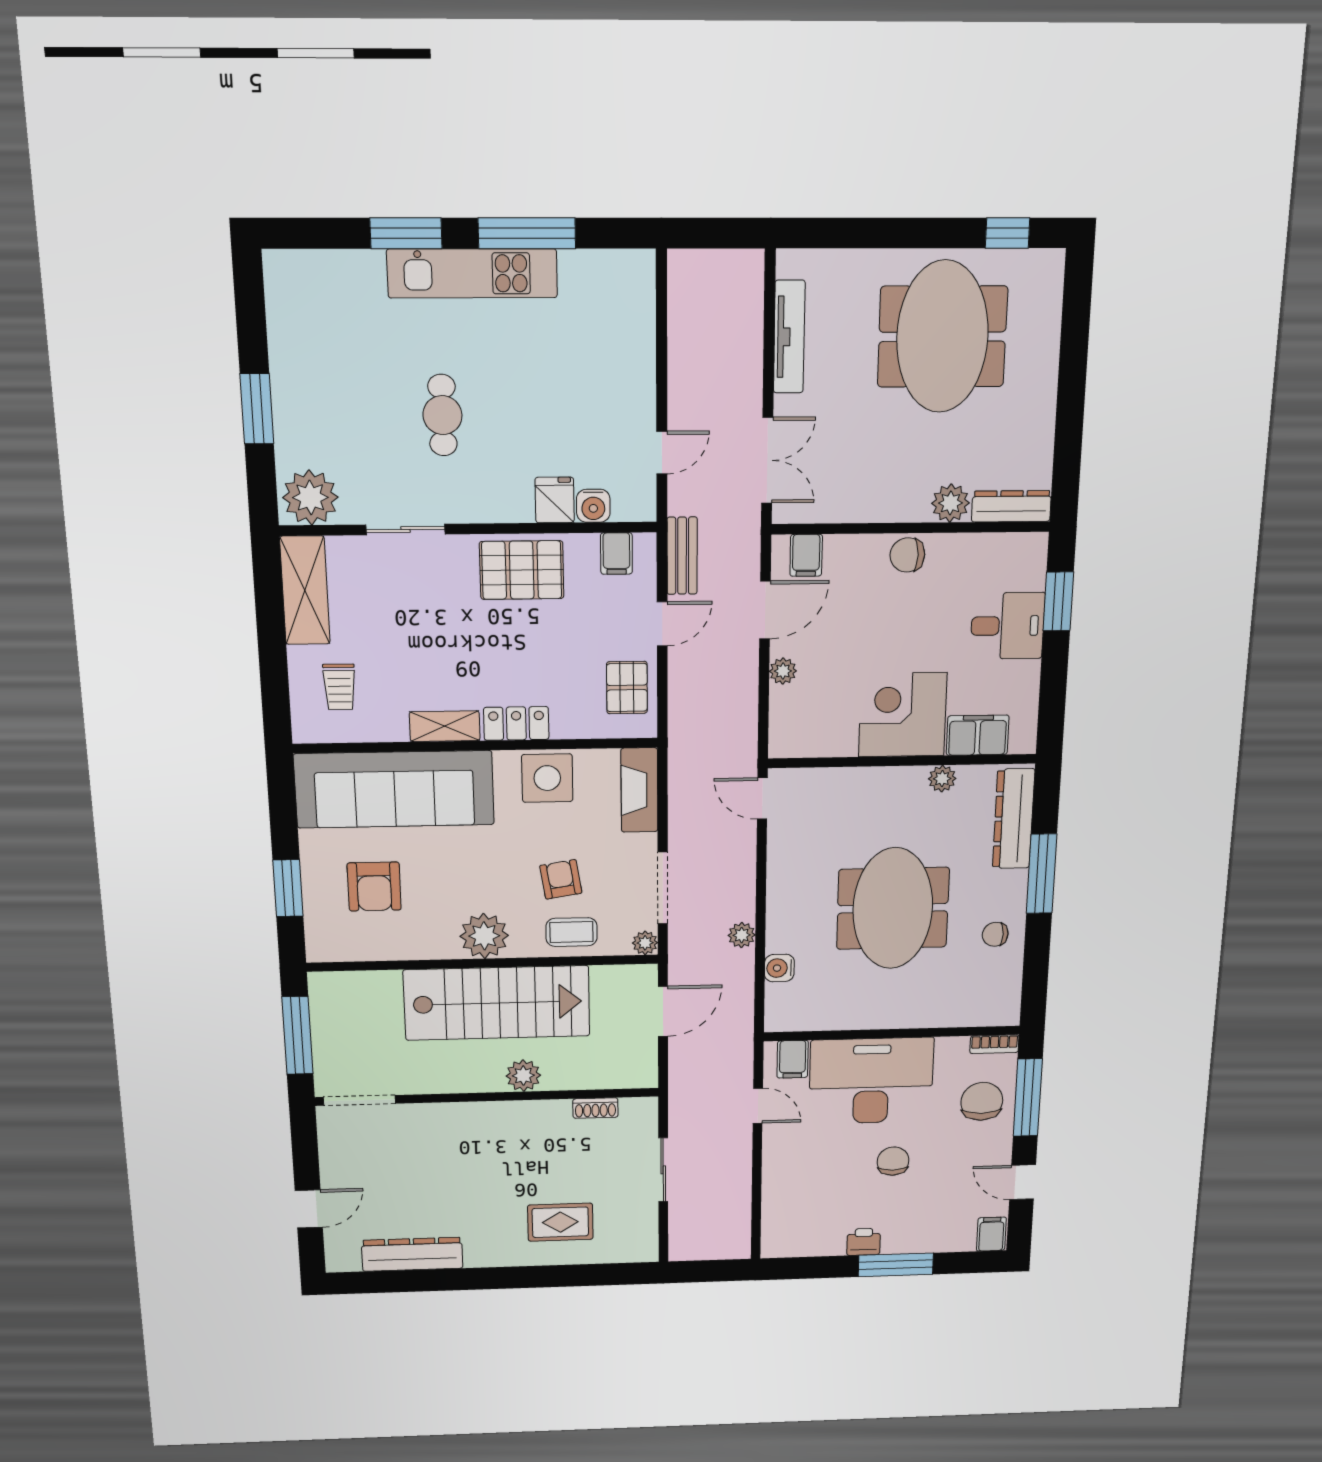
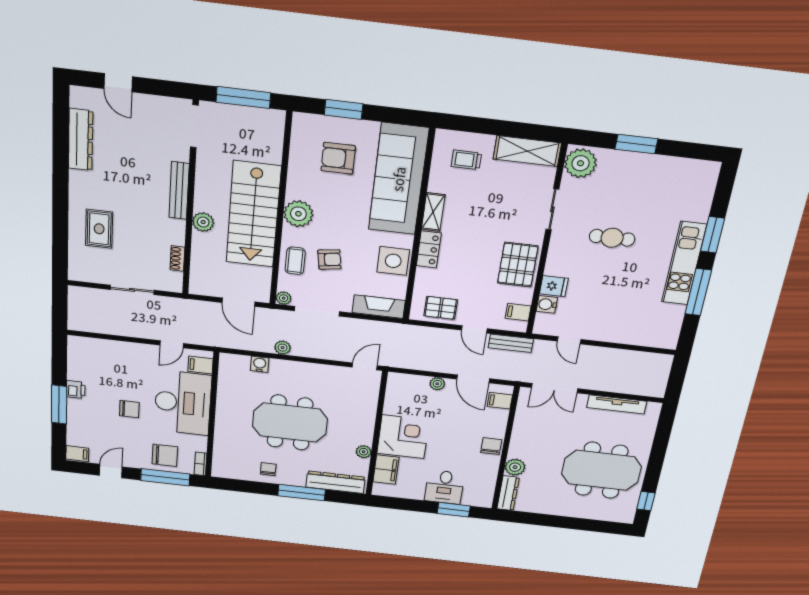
bench: (474, 1114) -> (179, 191), added

